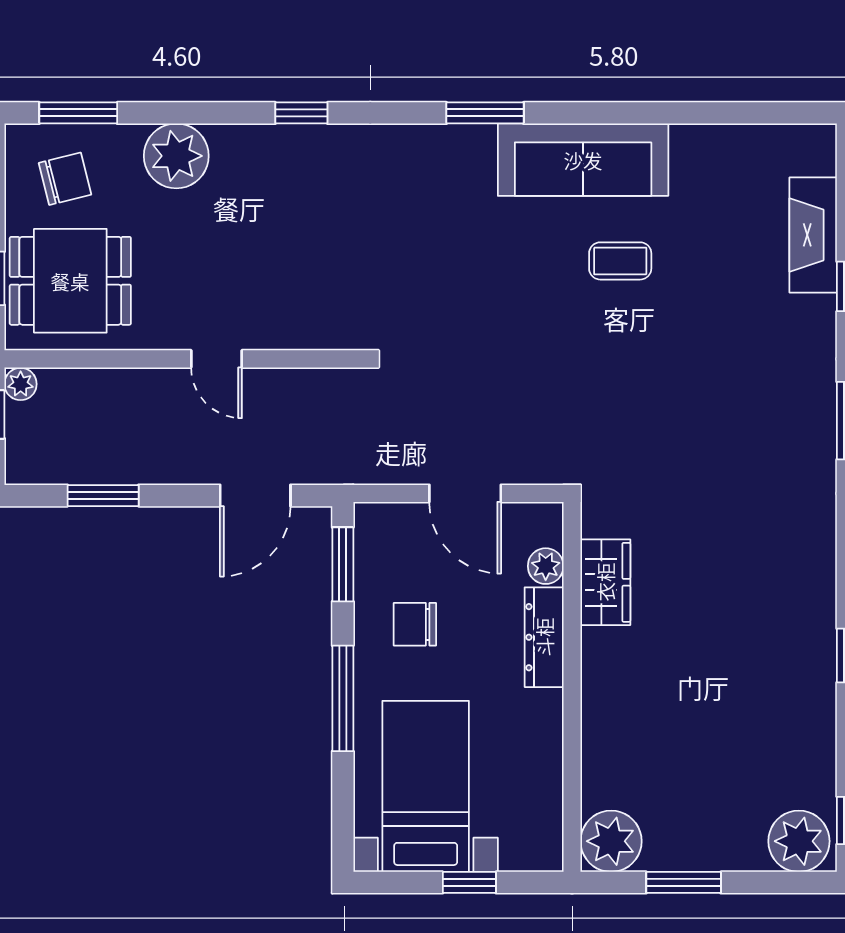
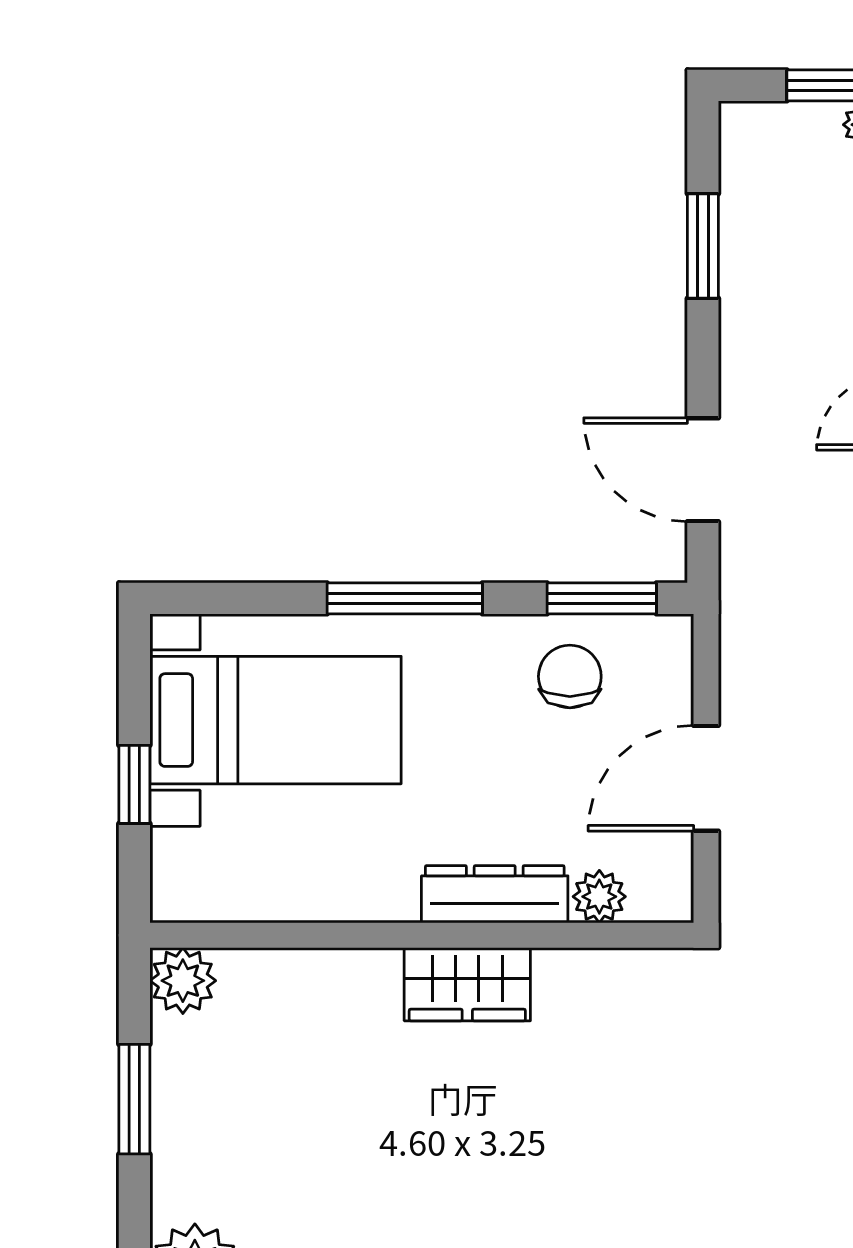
wardrobe: (605, 582) -> (467, 984), moved
chair: (415, 624) -> (570, 676), moved
plant: (611, 841) -> (183, 981), width x0.73, depth x0.73

